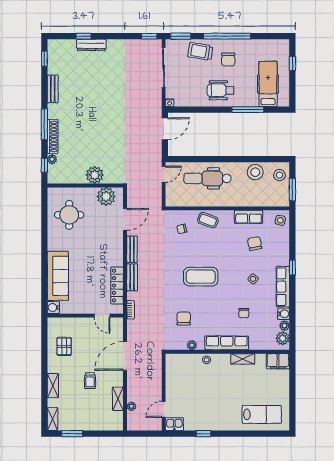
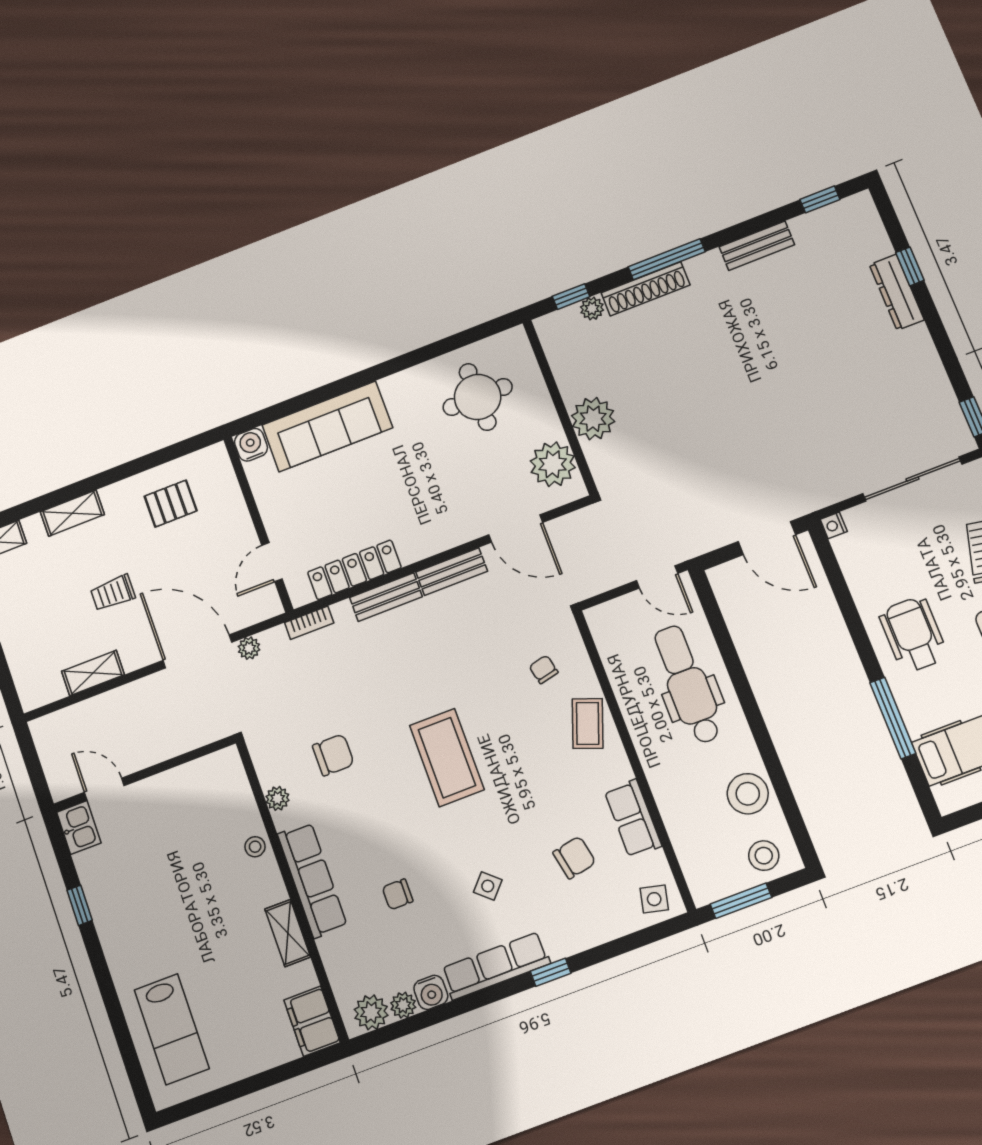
plant: (131, 406) -> (249, 648), moved

